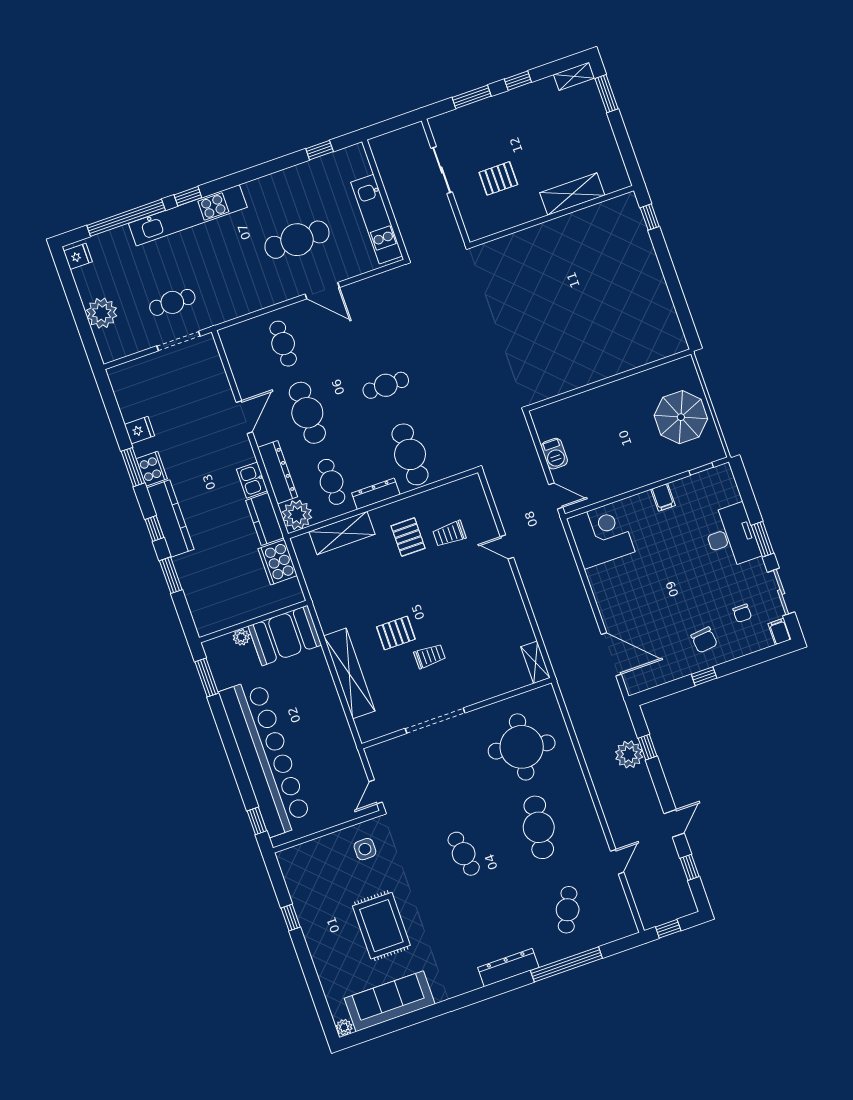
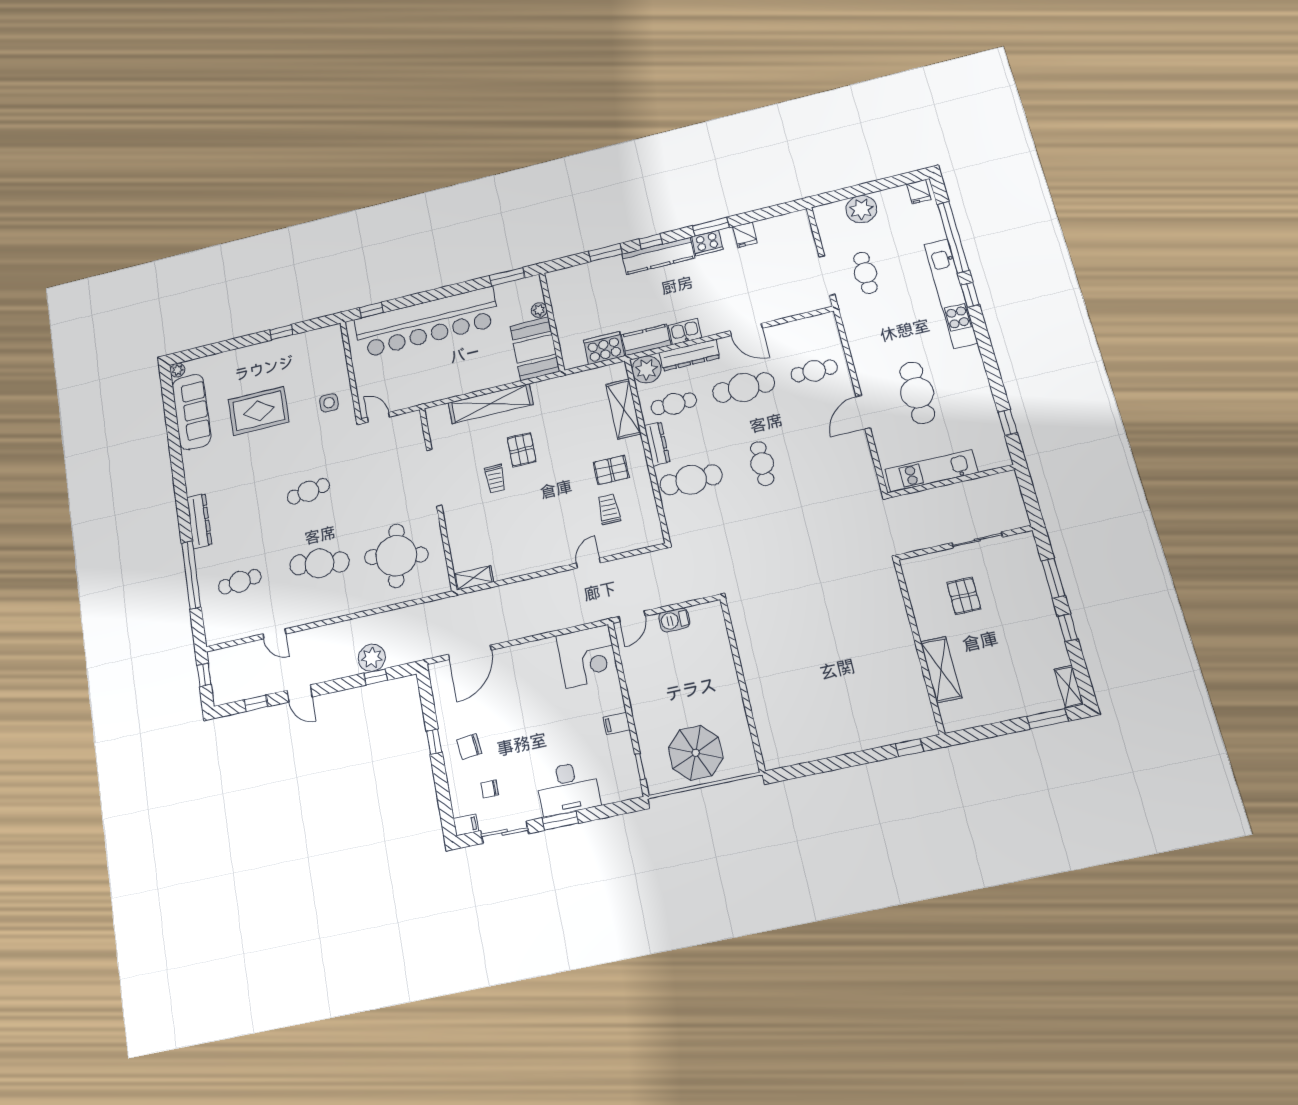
cafe table: (568, 910) -> (240, 582), turned -30

